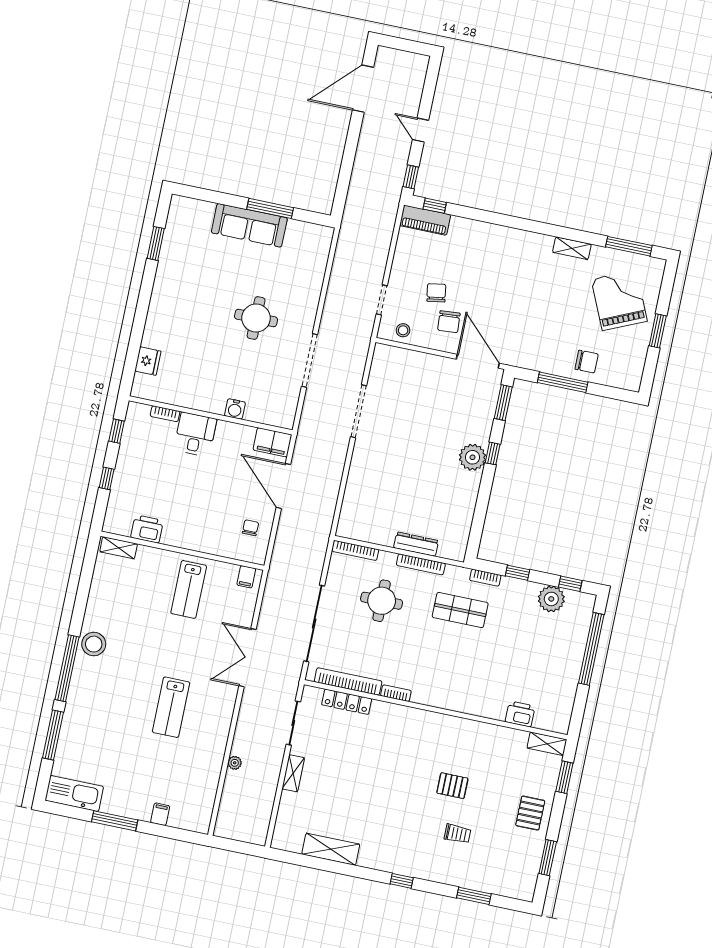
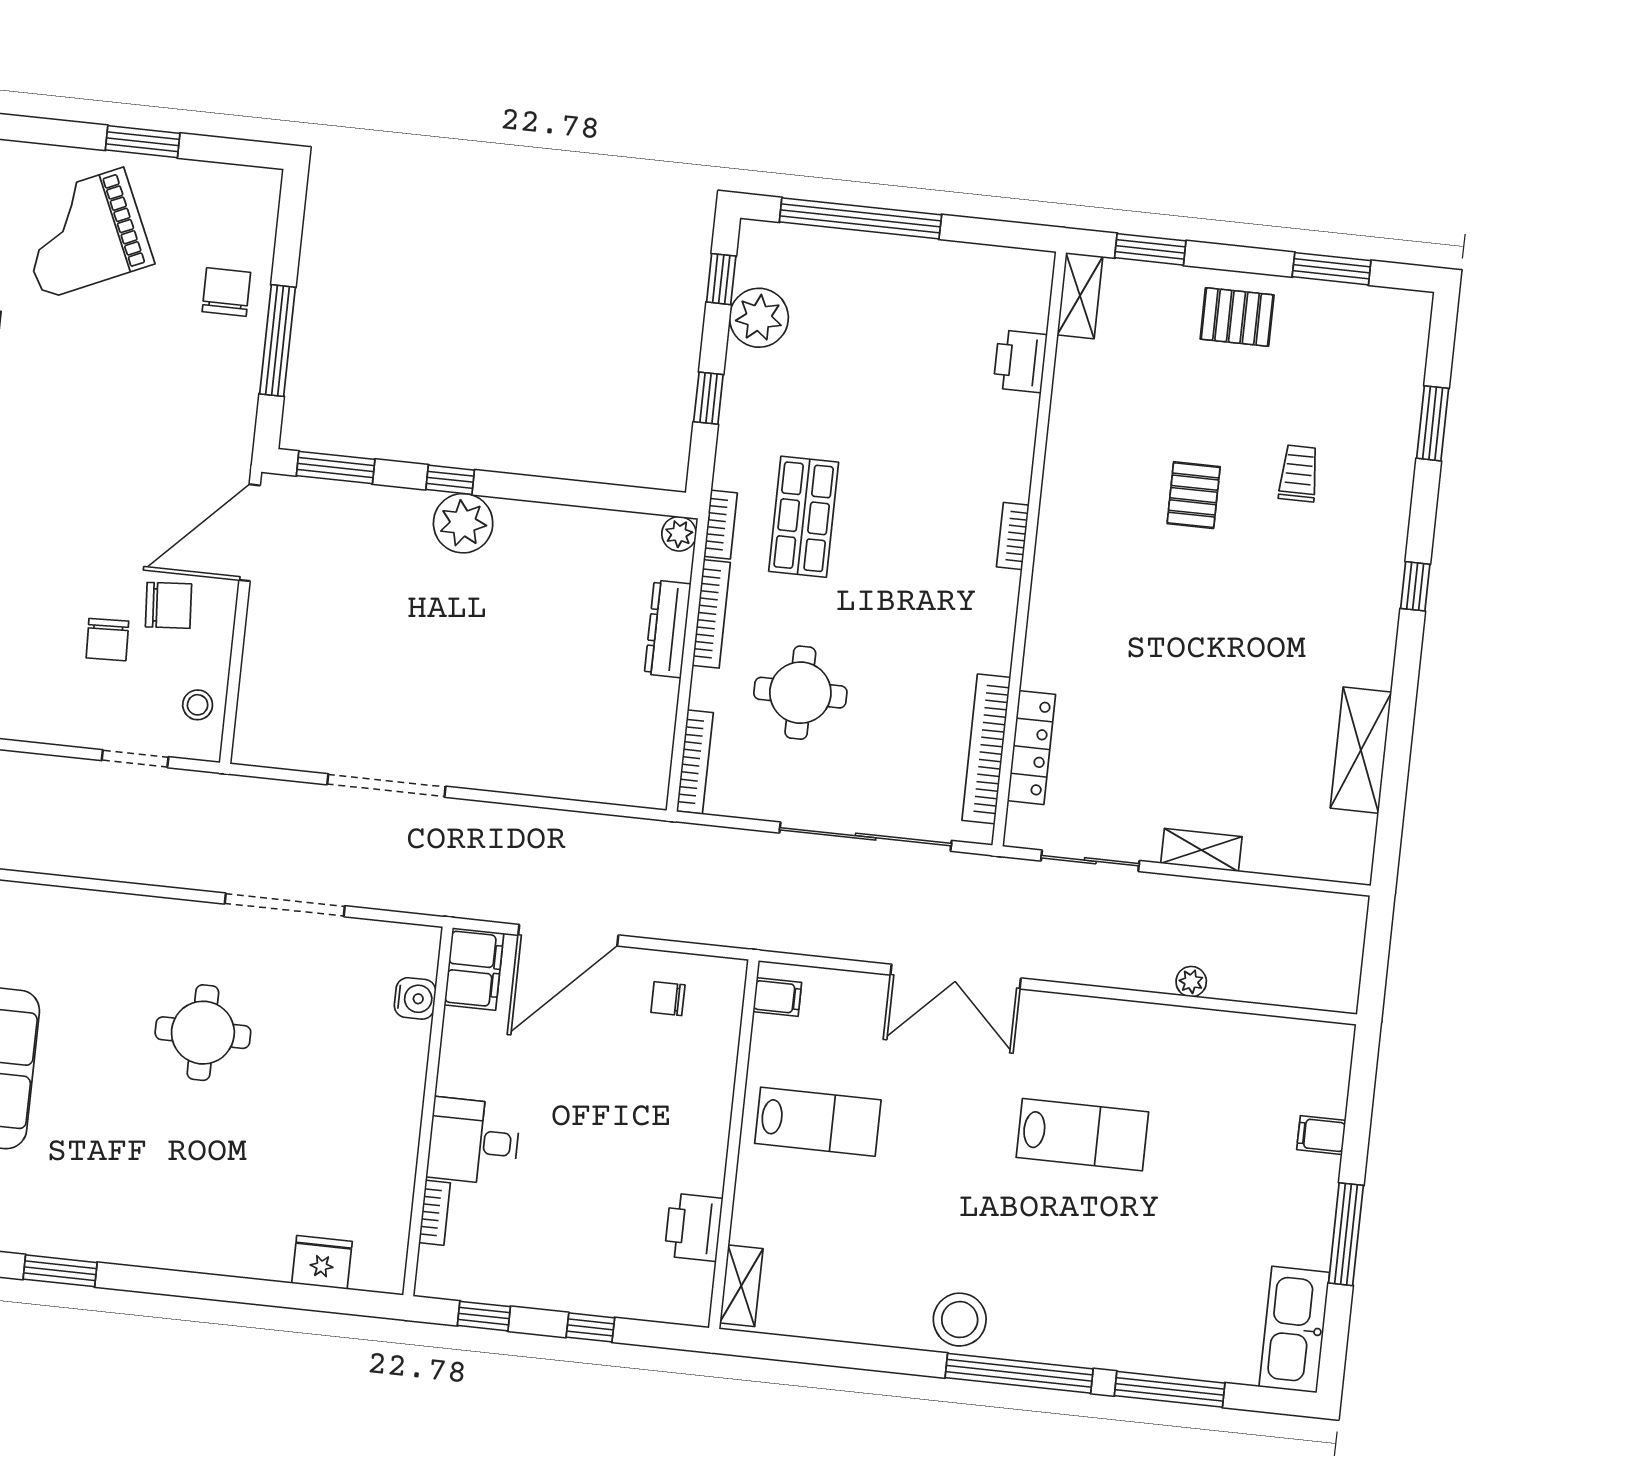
chair: (436, 293) -> (107, 640), turned -83
water cooler: (235, 409) -> (415, 998), moved
plant: (458, 554) -> (679, 534), added
bookcase: (485, 578) -> (721, 525), moved
bookcase: (396, 693) -> (1013, 536), moved

